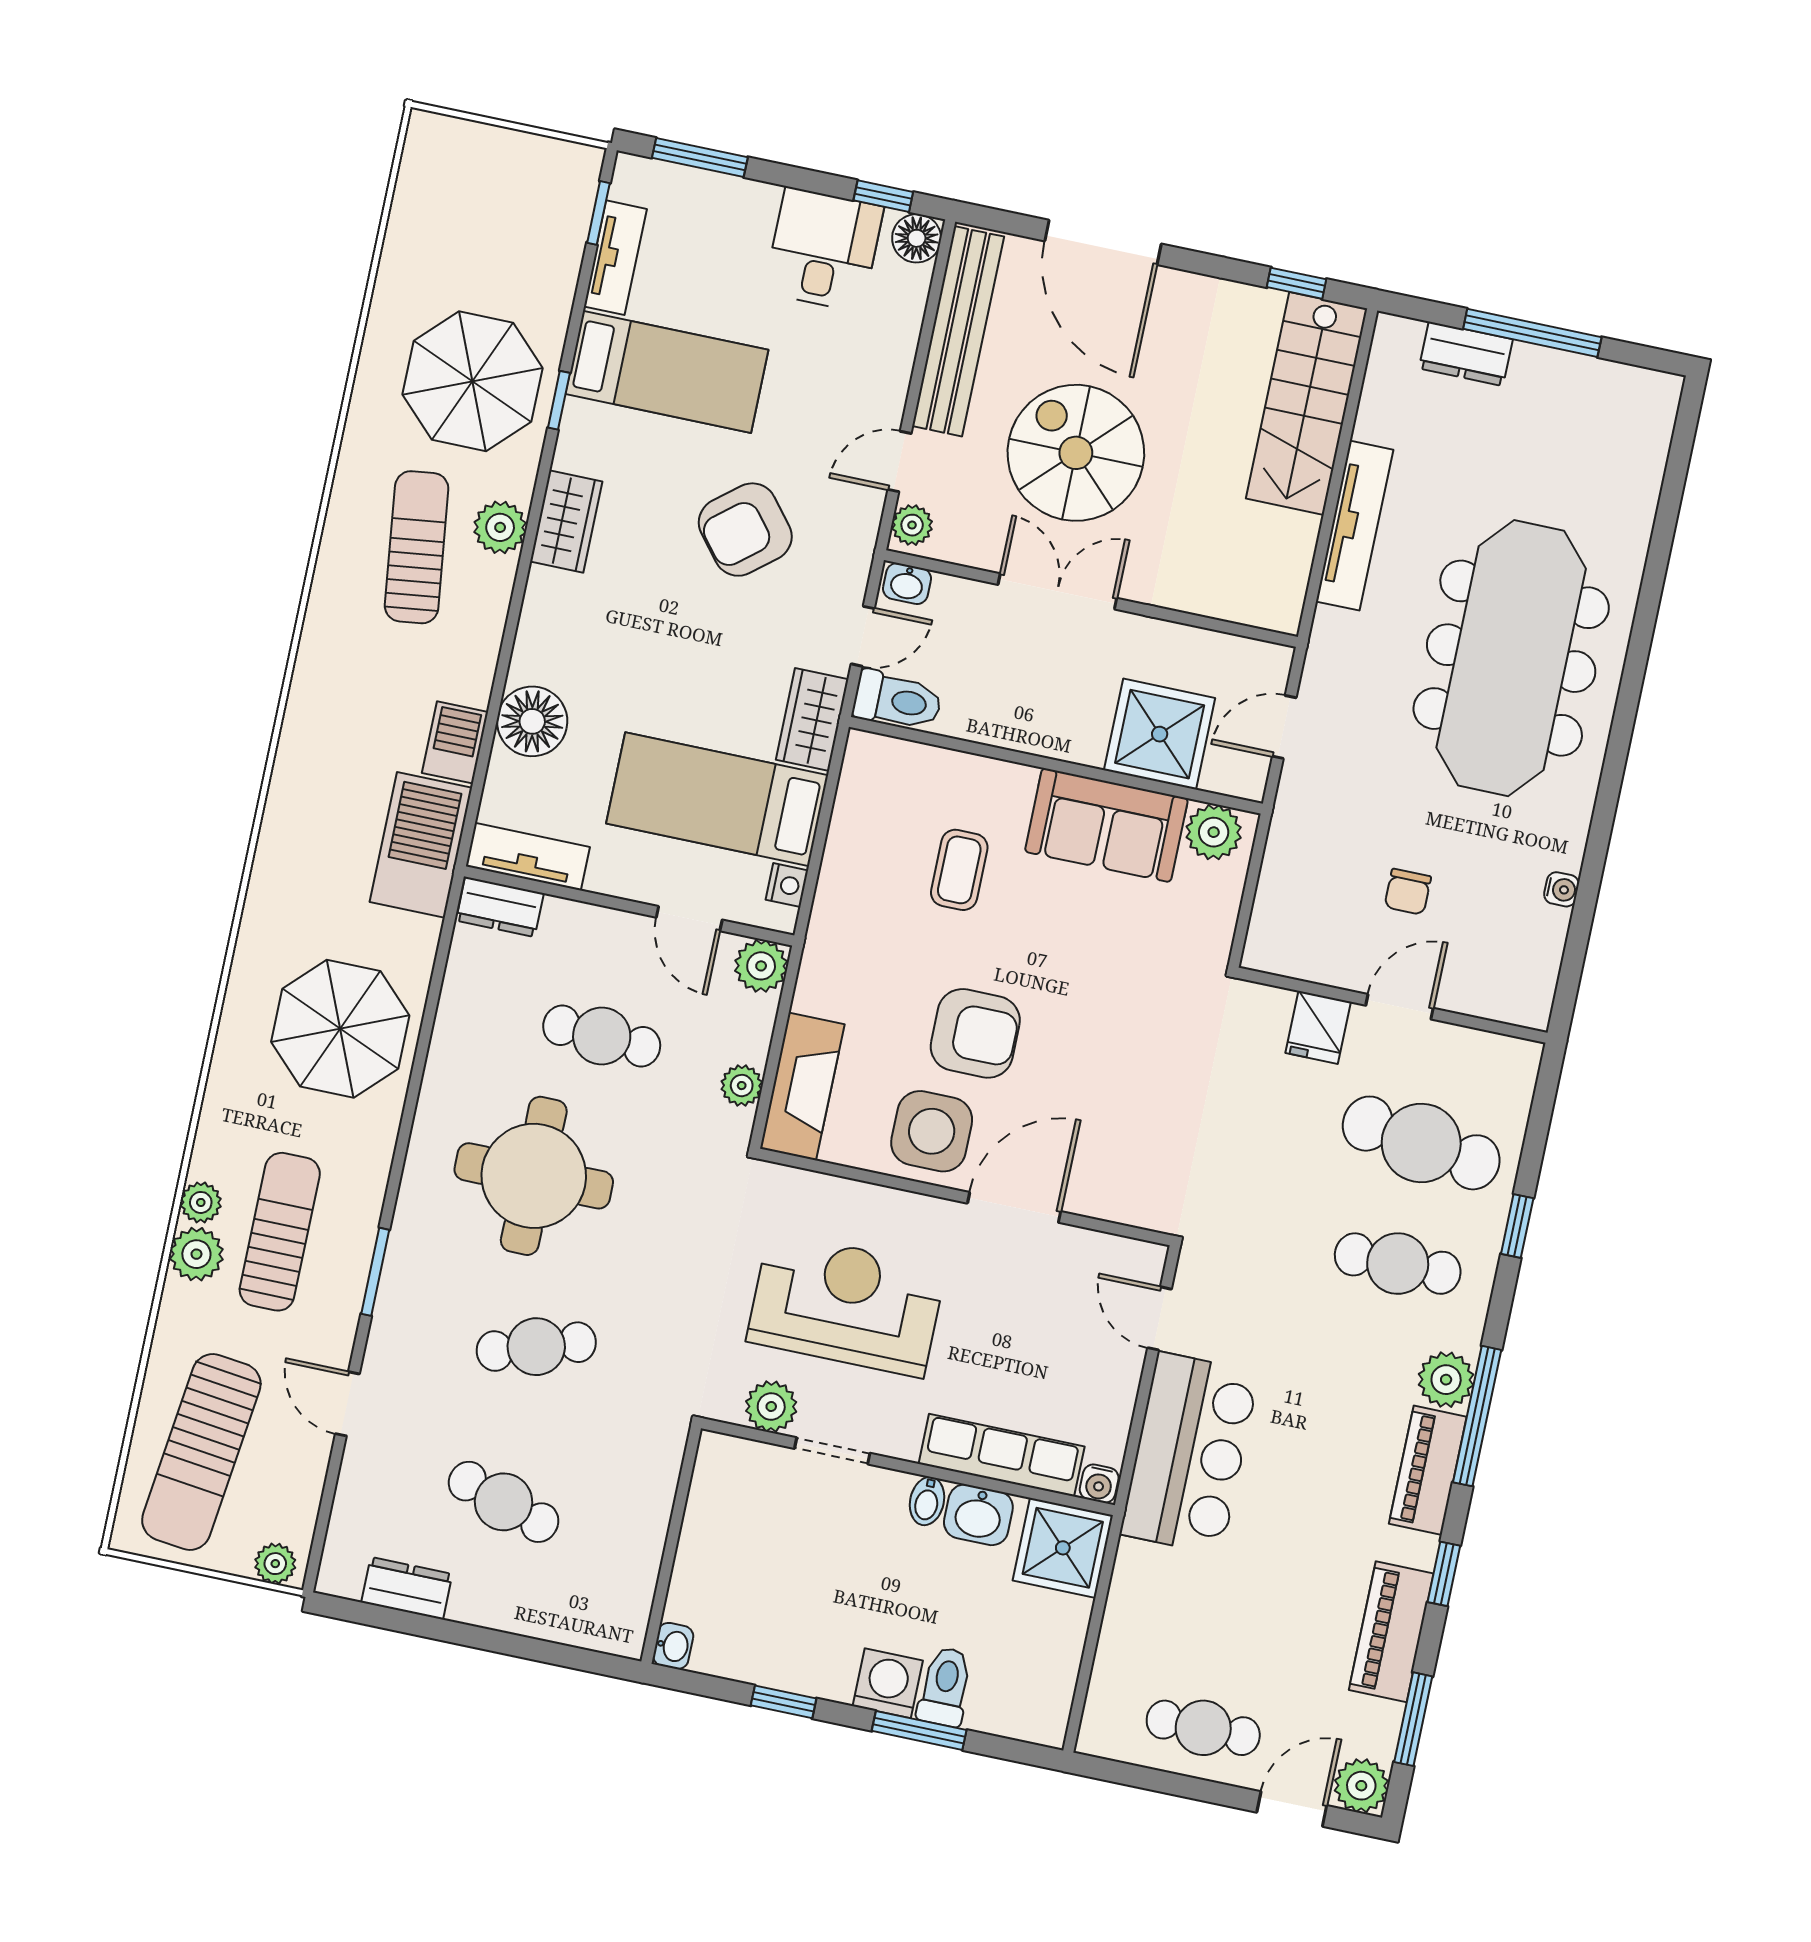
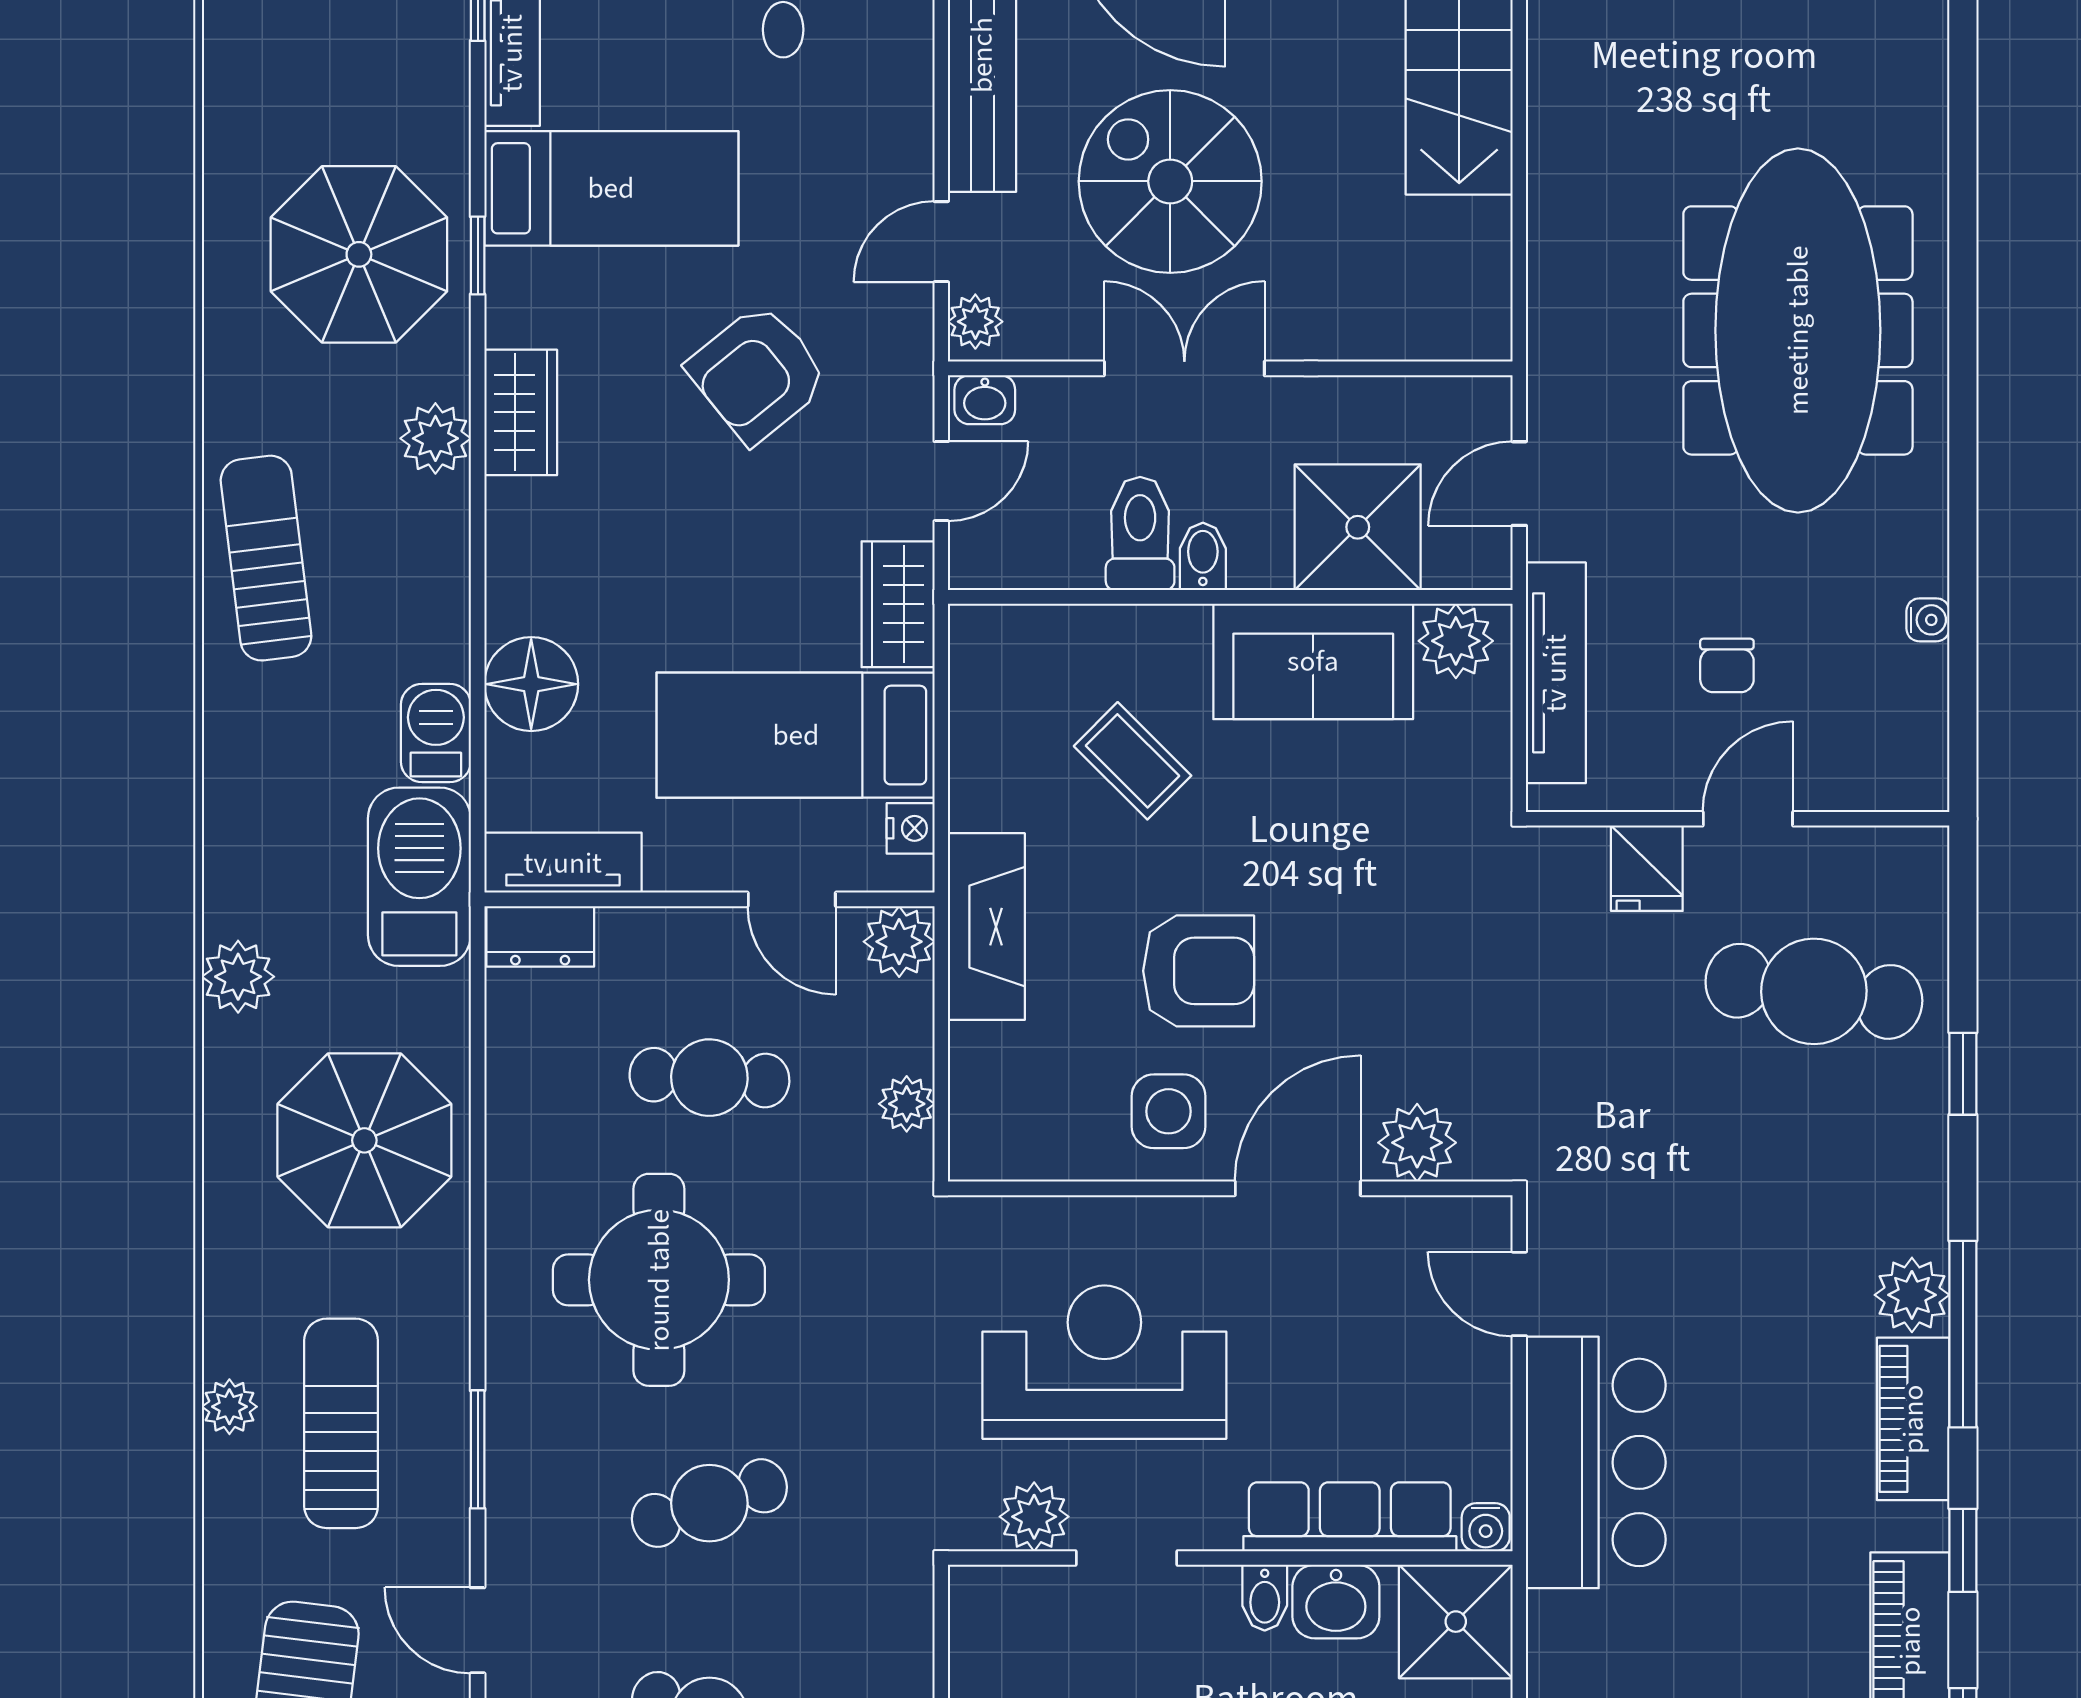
tv unit: (1355, 526) -> (1556, 673), moved
sun lounger: (417, 547) -> (266, 558), moved
toilet: (897, 701) -> (1140, 534), moved, turned -90
bidet: (1042, 732) -> (1203, 556), added
coffee table: (959, 870) -> (1133, 761), turned -45
fireplace: (802, 1086) -> (986, 927), moved
side table: (932, 1131) -> (1169, 1111), width x0.73, depth x0.73
plant: (1108, 1192) -> (1417, 1143), added
plant: (196, 1254) -> (238, 977), moved
cafe table: (1398, 1264) -> (1816, 1156), removed

